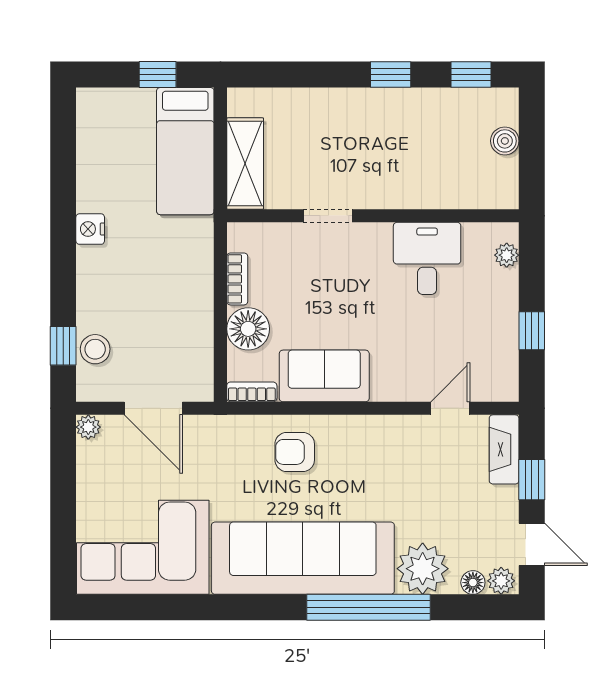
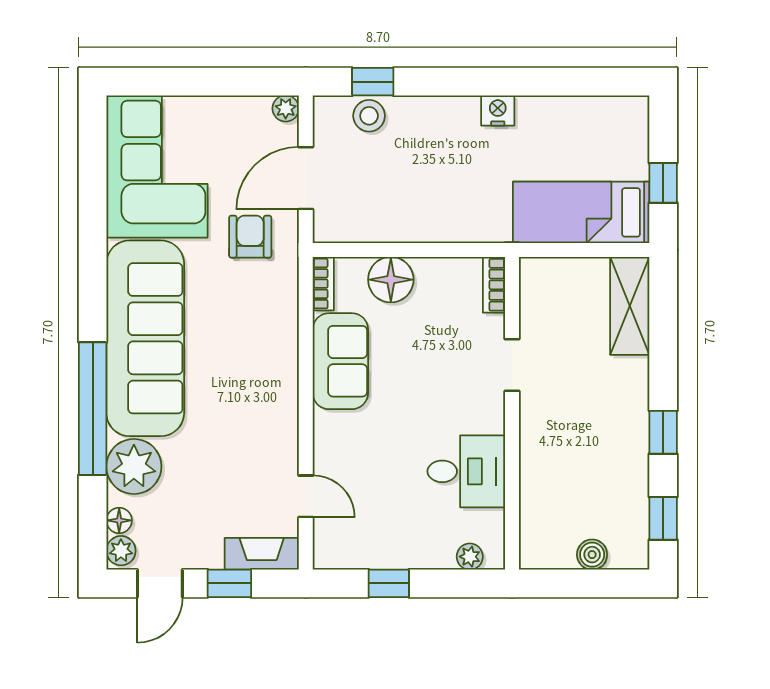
shelving: (245, 164) -> (630, 306), moved, turned 90
bookcase: (237, 279) -> (494, 285), moved, turned 90
armchair: (295, 452) -> (250, 237), moved

